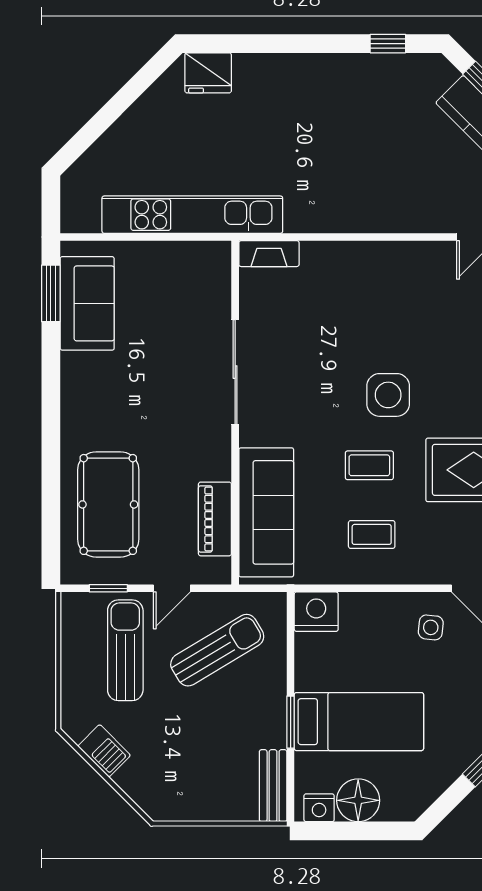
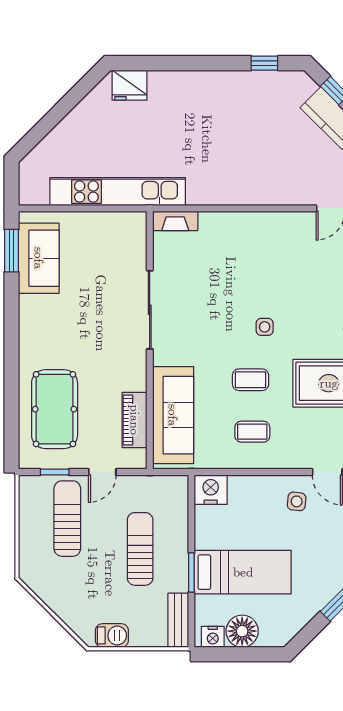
side table: (388, 395) -> (265, 327), width x0.54, depth x0.54
sun lounger: (217, 650) -> (140, 549), moved, turned -59
barbecue: (104, 751) -> (112, 635), moved, turned -45

